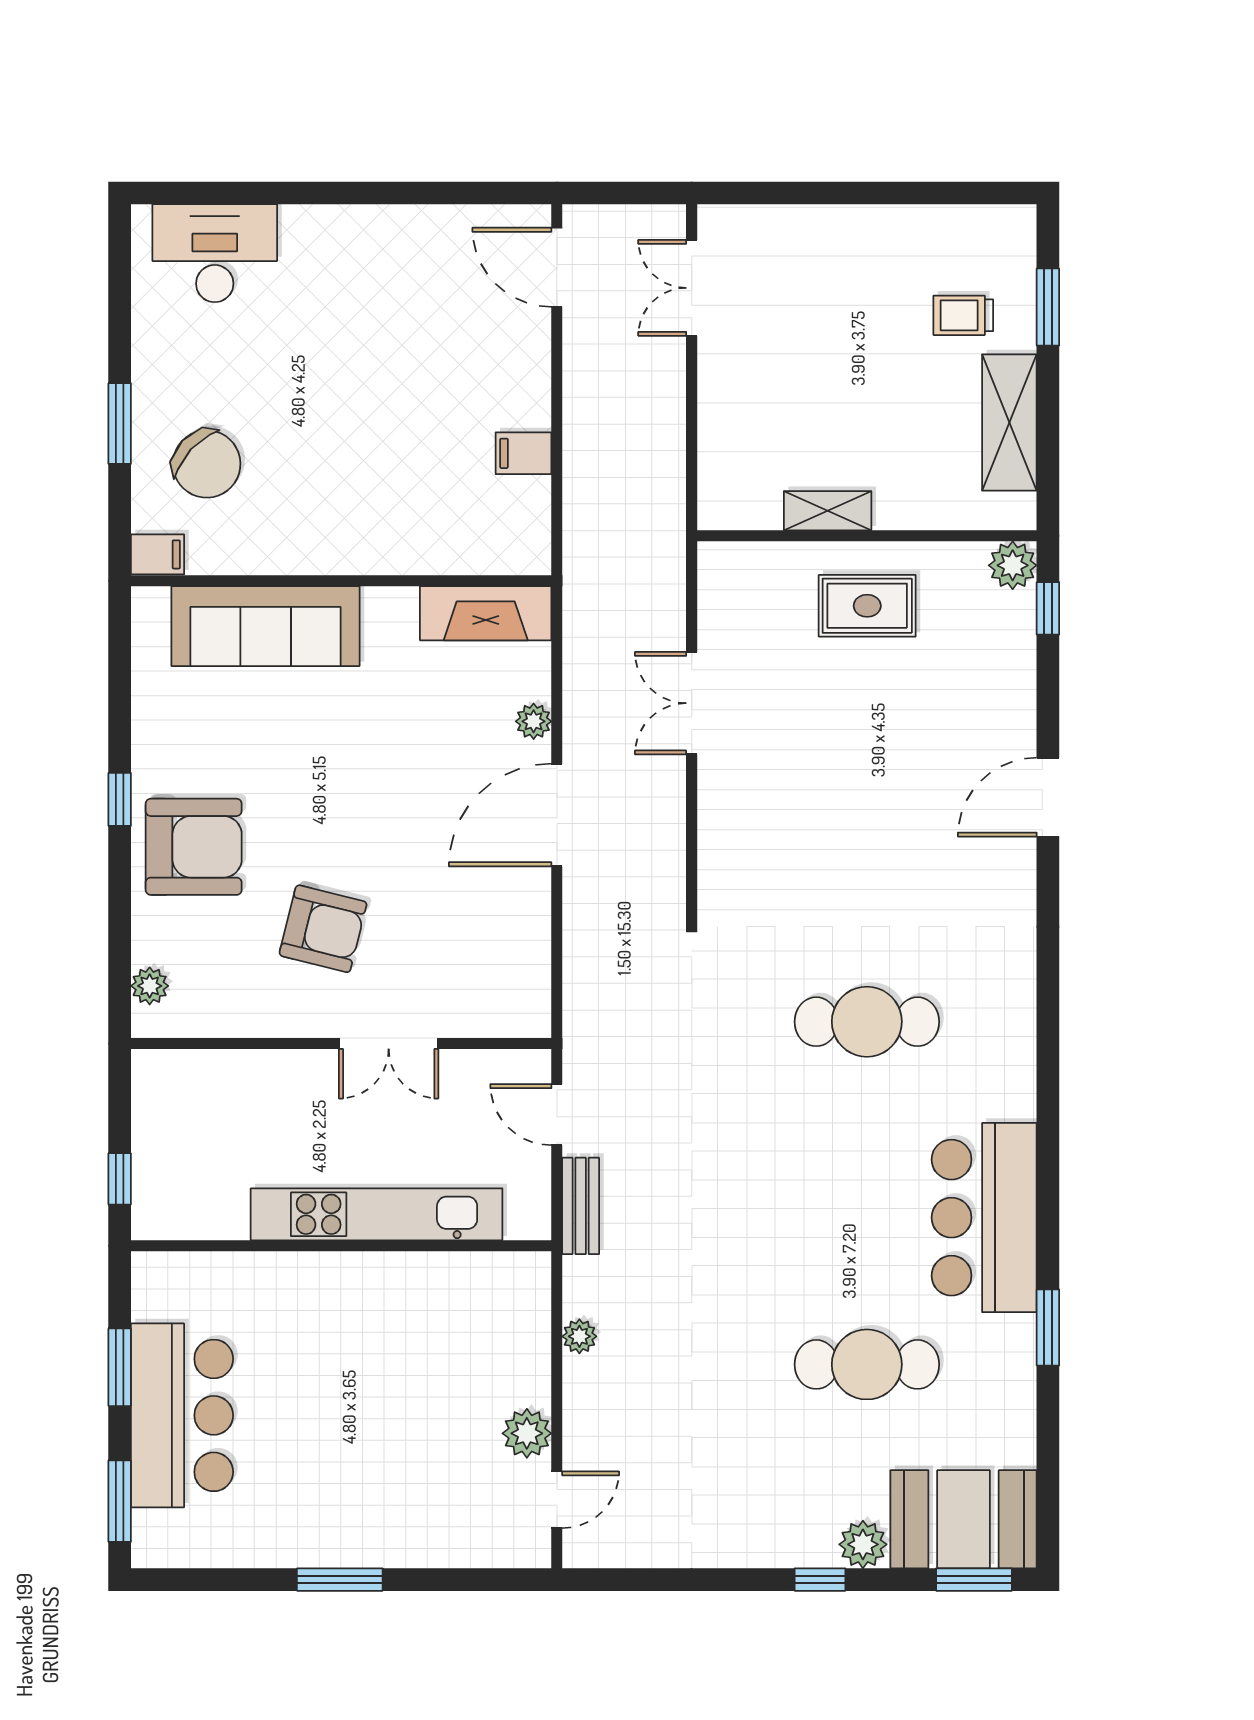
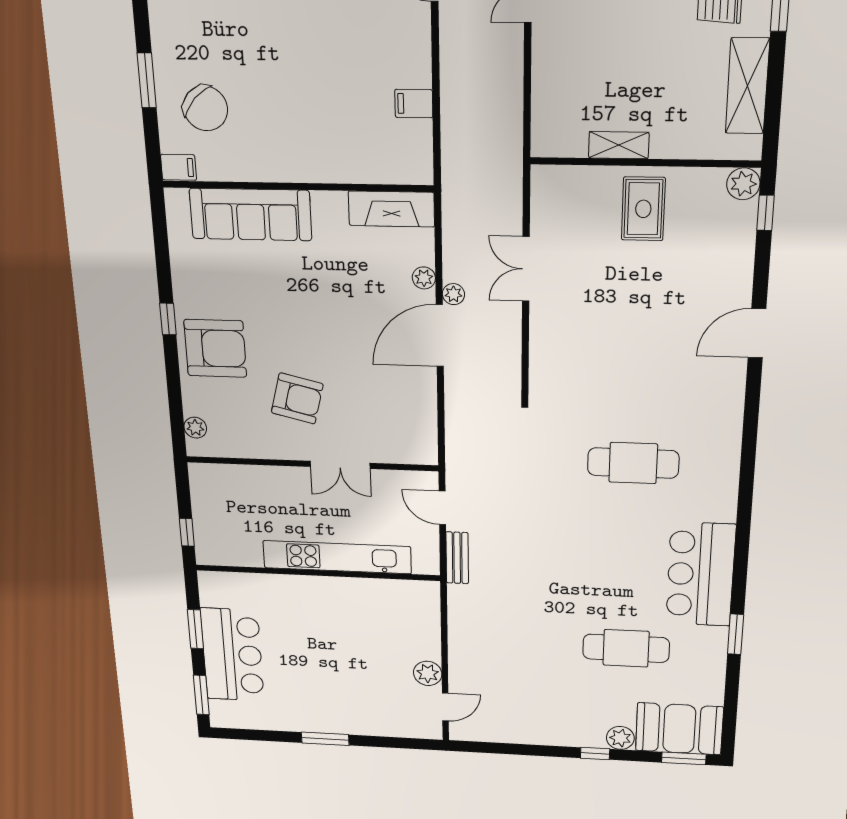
rug: (867, 606) -> (643, 209), turned 90
plant: (579, 1336) -> (453, 294), moved

